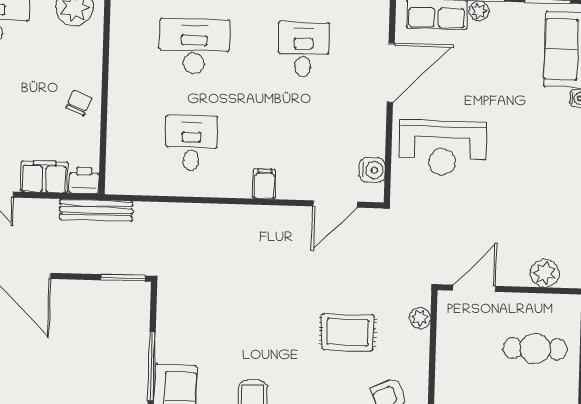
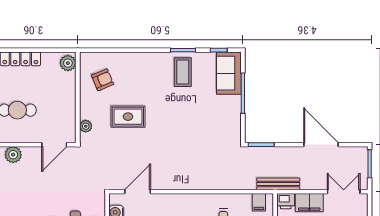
filing cabinet: (264, 184) -> (259, 202), moved

